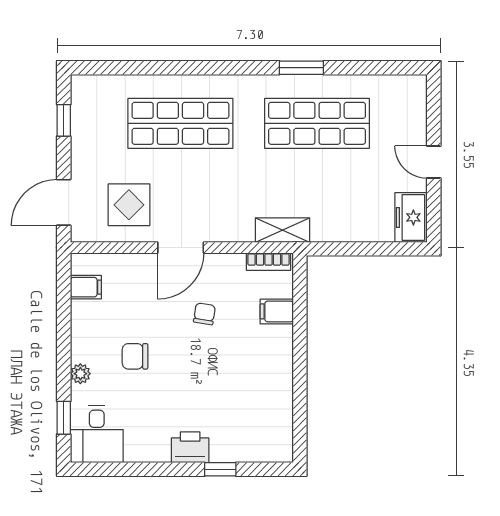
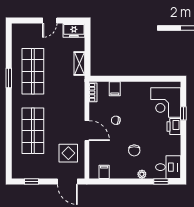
shelving: (282, 230) -> (79, 63), moved
corner desk: (245, 429) -> (166, 103), added

